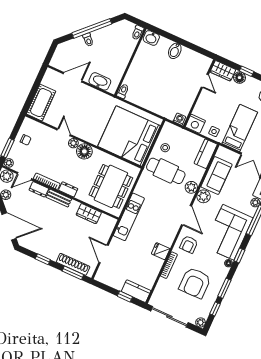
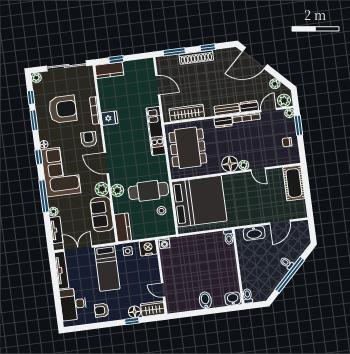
wardrobe: (89, 214) -> (187, 113), width x1.50
shoe rack: (73, 264) -> (196, 57), moved
armchair: (195, 283) -> (63, 109), turned 90

